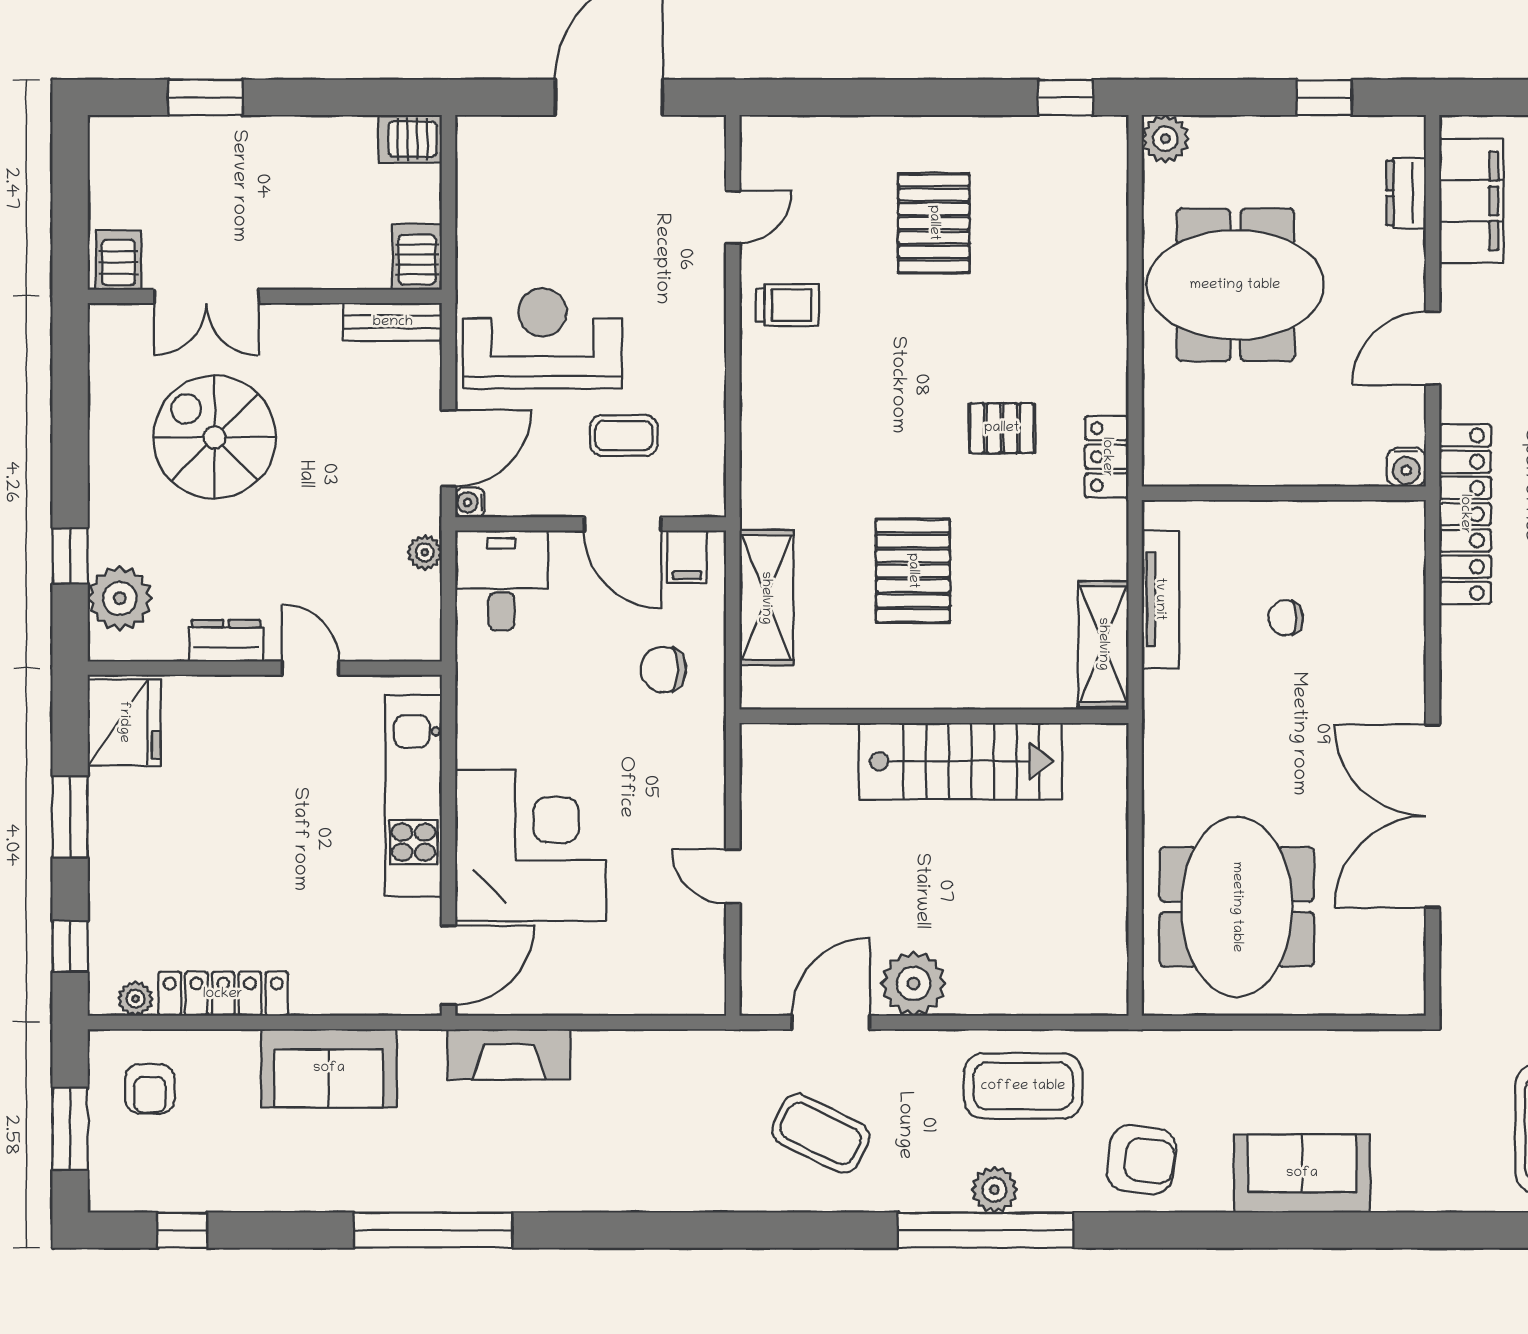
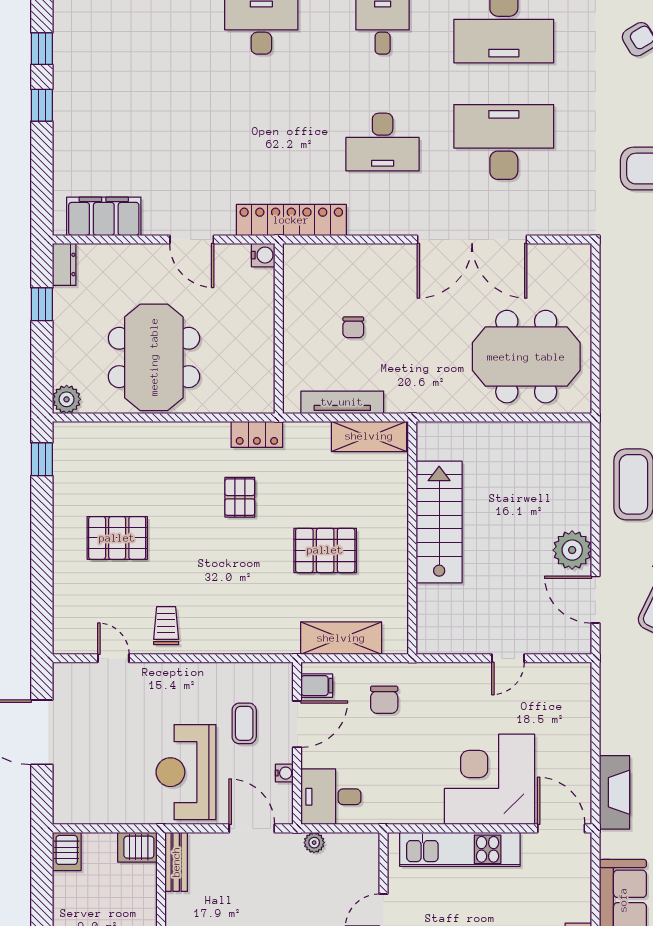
dresser: (1406, 193) -> (64, 264), moved, turned -90
water cooler: (470, 502) -> (284, 773), moved, turned -90

